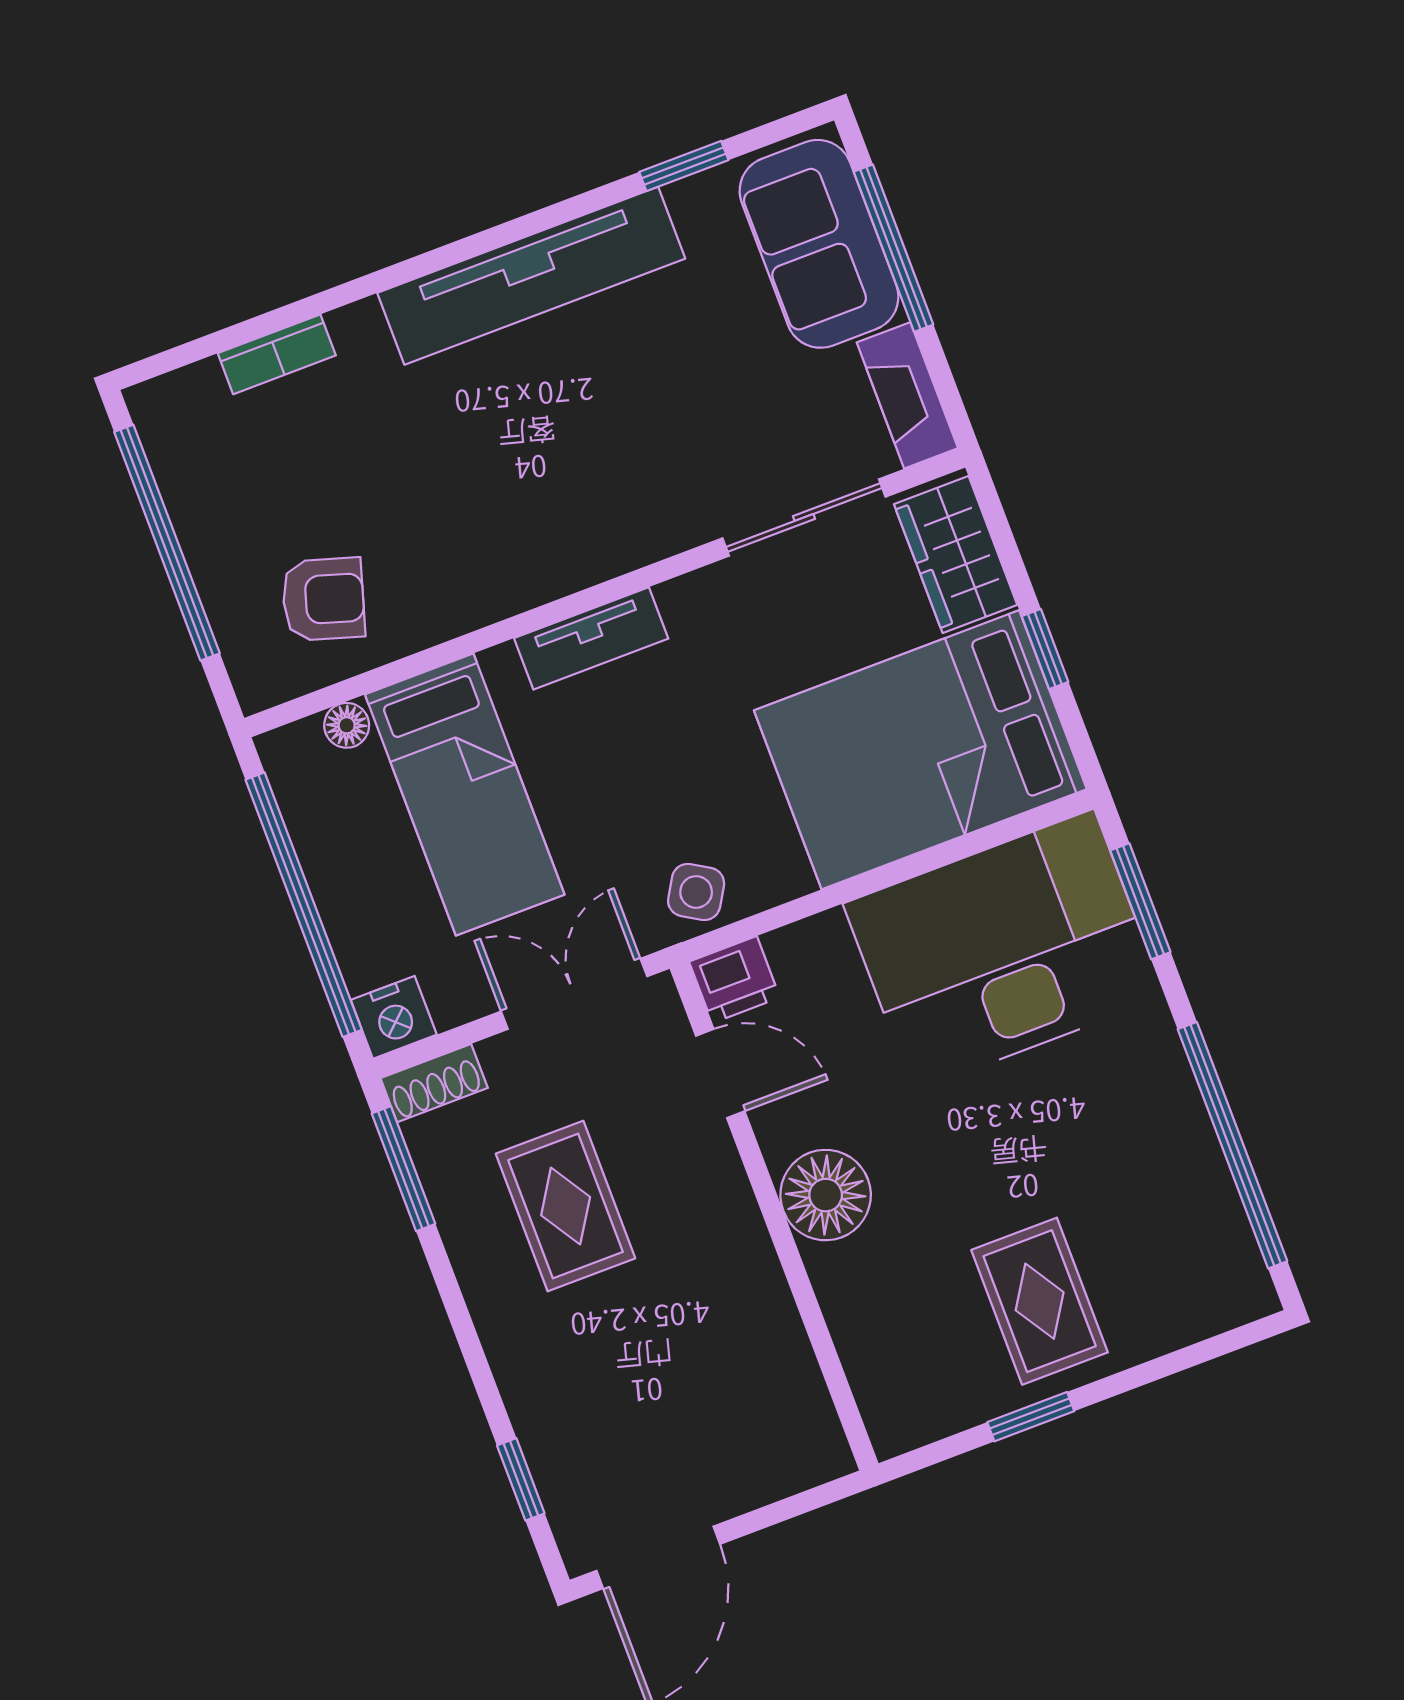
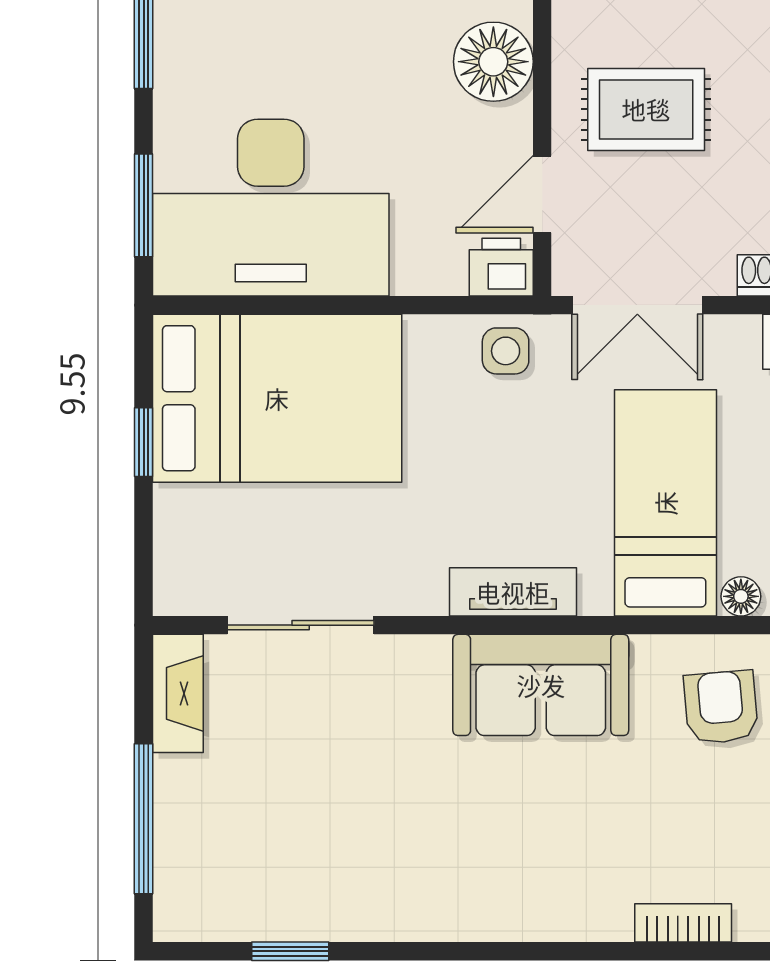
sofa: (819, 244) -> (541, 685), moved, turned 90
tv unit: (531, 276) -> (450, 908), removed
wardrobe: (956, 555) -> (188, 548), removed
armchair: (323, 599) -> (721, 707), turned 68
side table: (696, 892) -> (506, 351), turned -31
door: (720, 1073) -> (542, 194), hinge flipped
rug: (566, 1206) -> (646, 109), moved, turned 90

